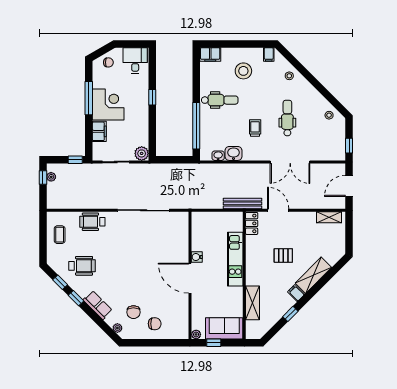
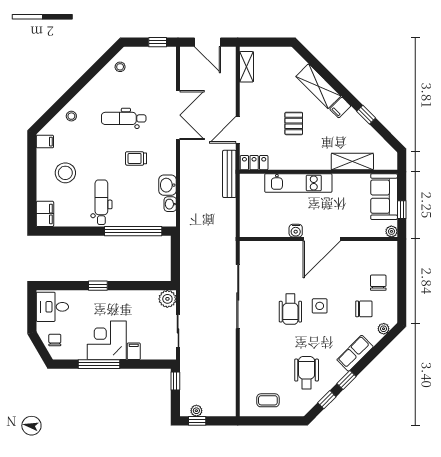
filing cabinet: (99, 131) -> (134, 351), width x0.50
wheelchair: (92, 222) -> (290, 309), moved
side table: (136, 276) -> (320, 306), added

